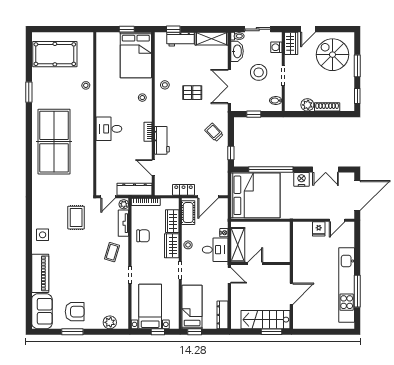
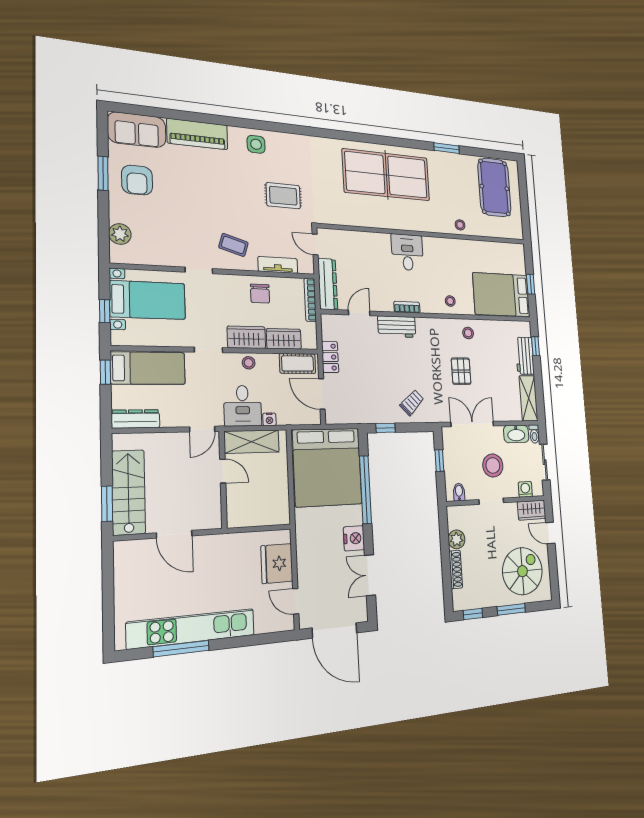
plant: (124, 204) -> (305, 267), removed
fridge: (319, 229) -> (277, 564), width x1.88, depth x1.34

